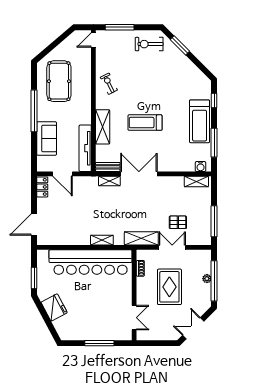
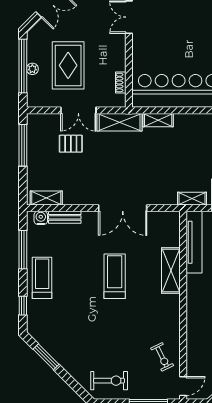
window: (180, 45) -> (46, 357), moved
exercise bike: (109, 84) -> (162, 357), moved
treadmill: (200, 121) -> (42, 278), width x0.73, depth x0.73
treadmill: (145, 123) -> (115, 276), turned -90
bench: (108, 167) -> (65, 217), moved
shelving: (109, 181) -> (192, 199), moved
shelving: (102, 240) -> (158, 120), moved
rug: (169, 287) -> (68, 65), moved

